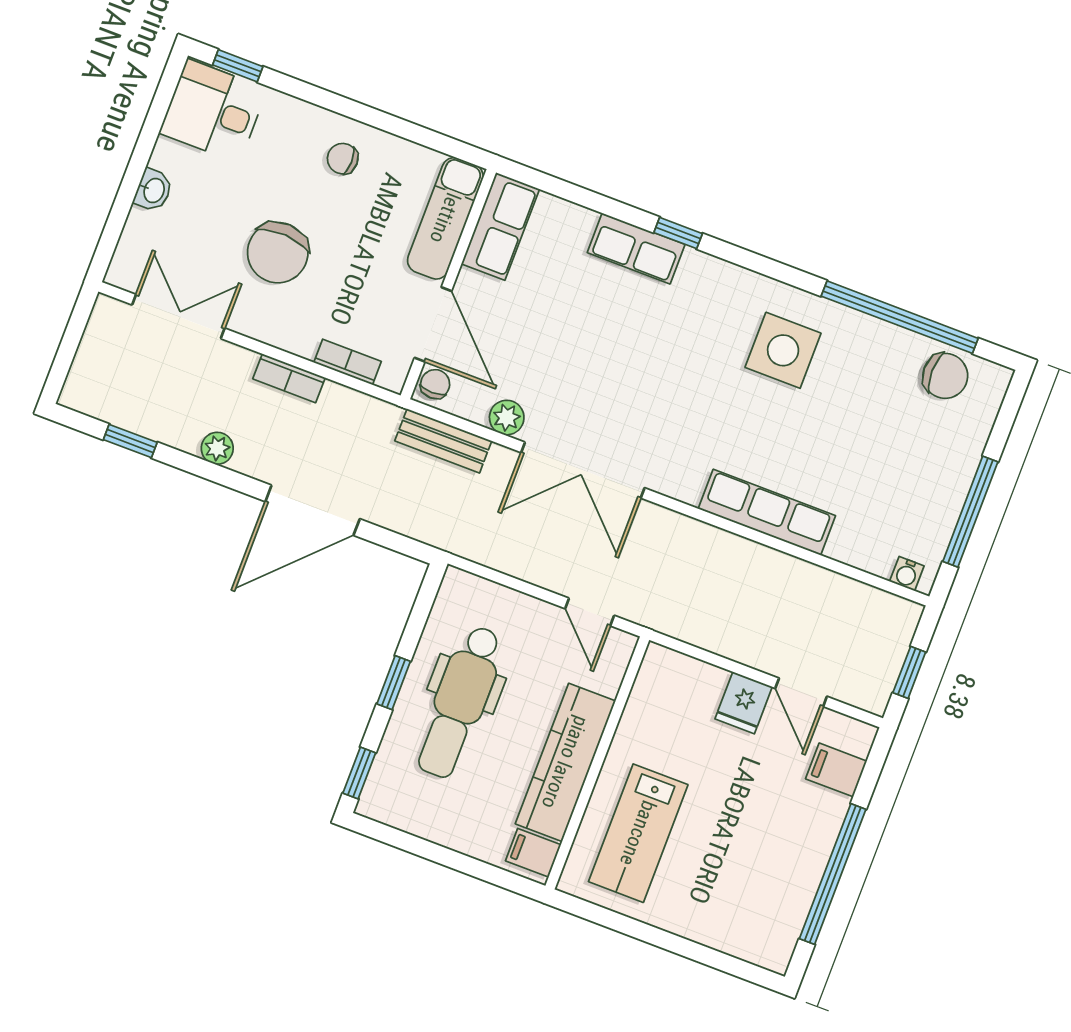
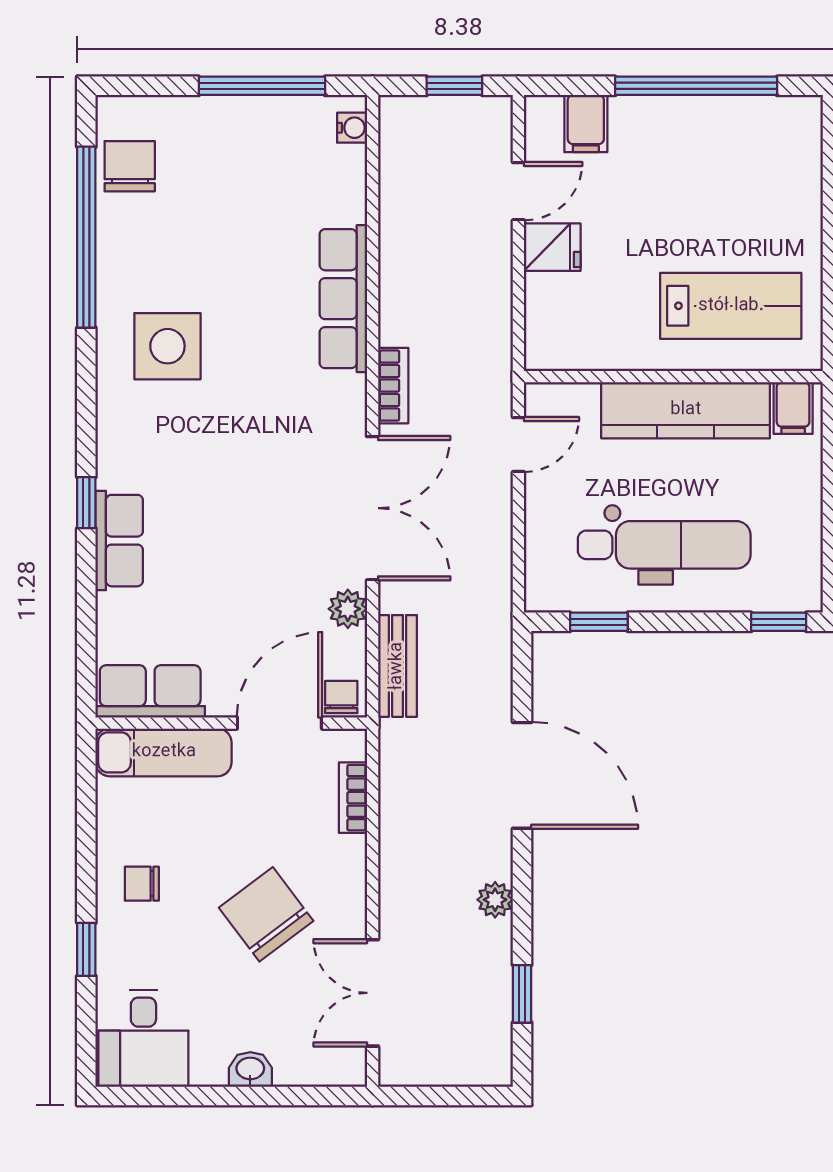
window: (238, 66) -> (86, 949), moved
chair: (343, 159) -> (142, 884), turned 90
chair: (278, 253) -> (266, 914), turned -130
bookcase: (289, 378) -> (393, 386), moved
chair: (435, 384) -> (341, 697), turned 90
window: (394, 683) -> (599, 622), moved

